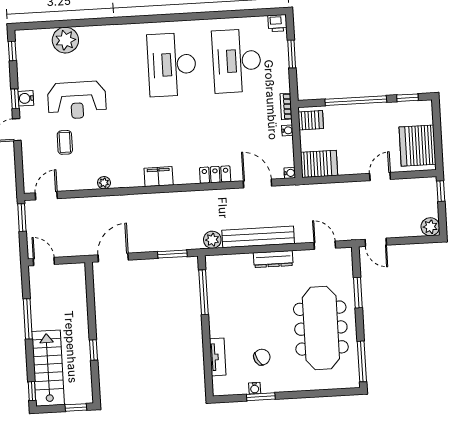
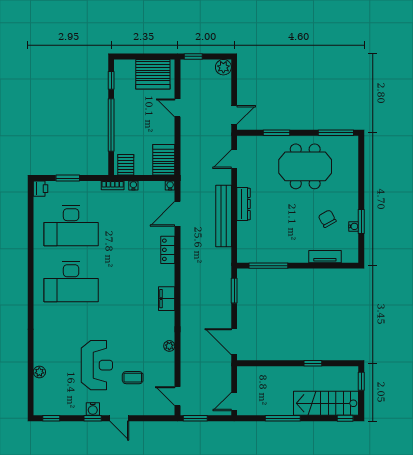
plant: (65, 40) -> (39, 372), width x0.53, depth x0.53
plant: (212, 240) -> (224, 256), removed
meeting table: (321, 328) -> (305, 166), width x0.73

